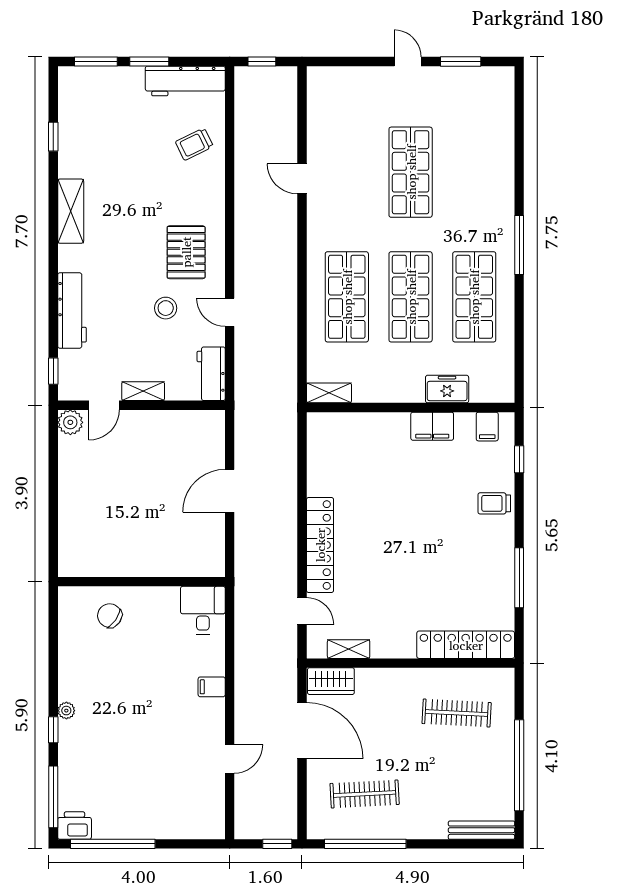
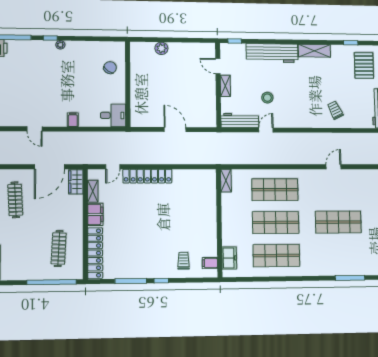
trolley: (194, 144) -> (335, 110), moved
window: (519, 245) -> (350, 278), moved
pallet: (186, 252) -> (364, 65), moved, turned 90
workbench: (72, 310) -> (272, 53), width x1.36, depth x1.32
workbench: (211, 374) -> (240, 120), width x1.38
freezer: (447, 389) -> (229, 258), moved
plant: (70, 422) -> (161, 48), moved
filing cabinet: (432, 426) -> (95, 214), moved, turned 180
window: (519, 459) -> (161, 281), moved
trolley: (494, 503) -> (183, 261), moved
window: (519, 765) -> (52, 282), moved

